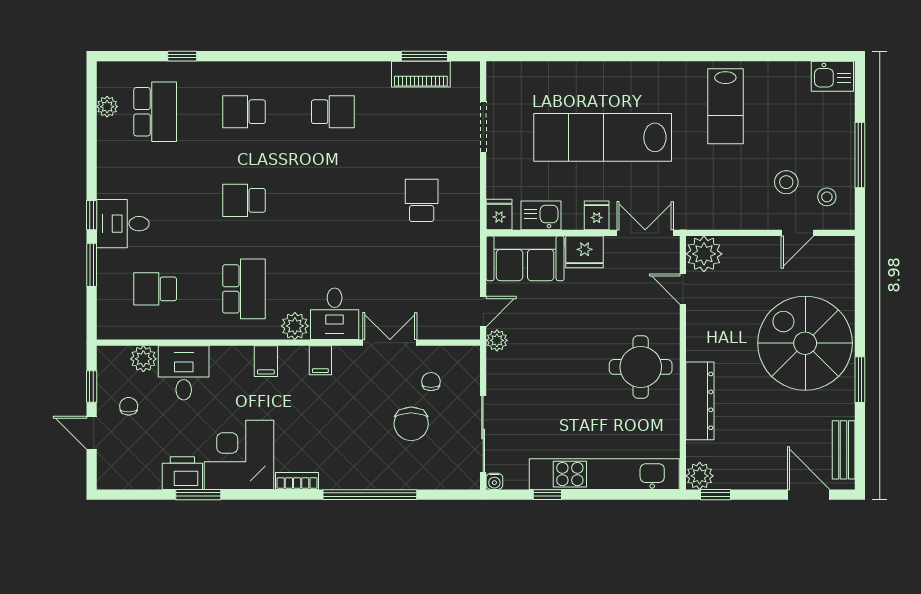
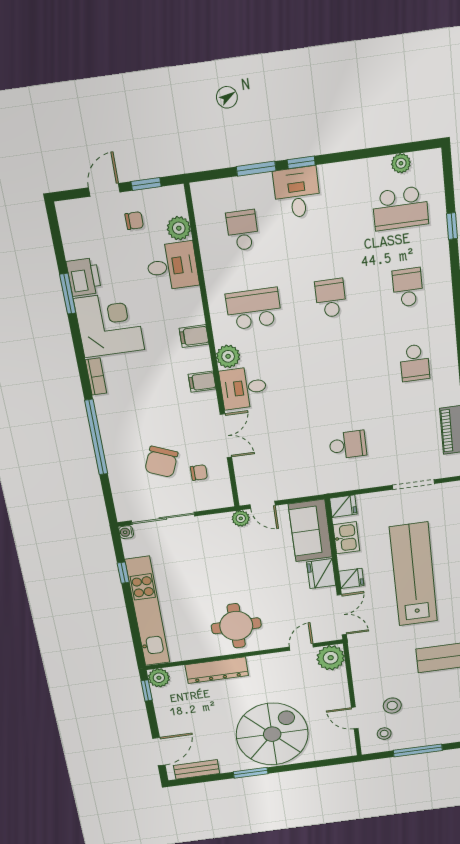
school desk: (244, 289) -> (254, 309), turned 180
chair: (411, 424) -> (161, 462), turned -68

